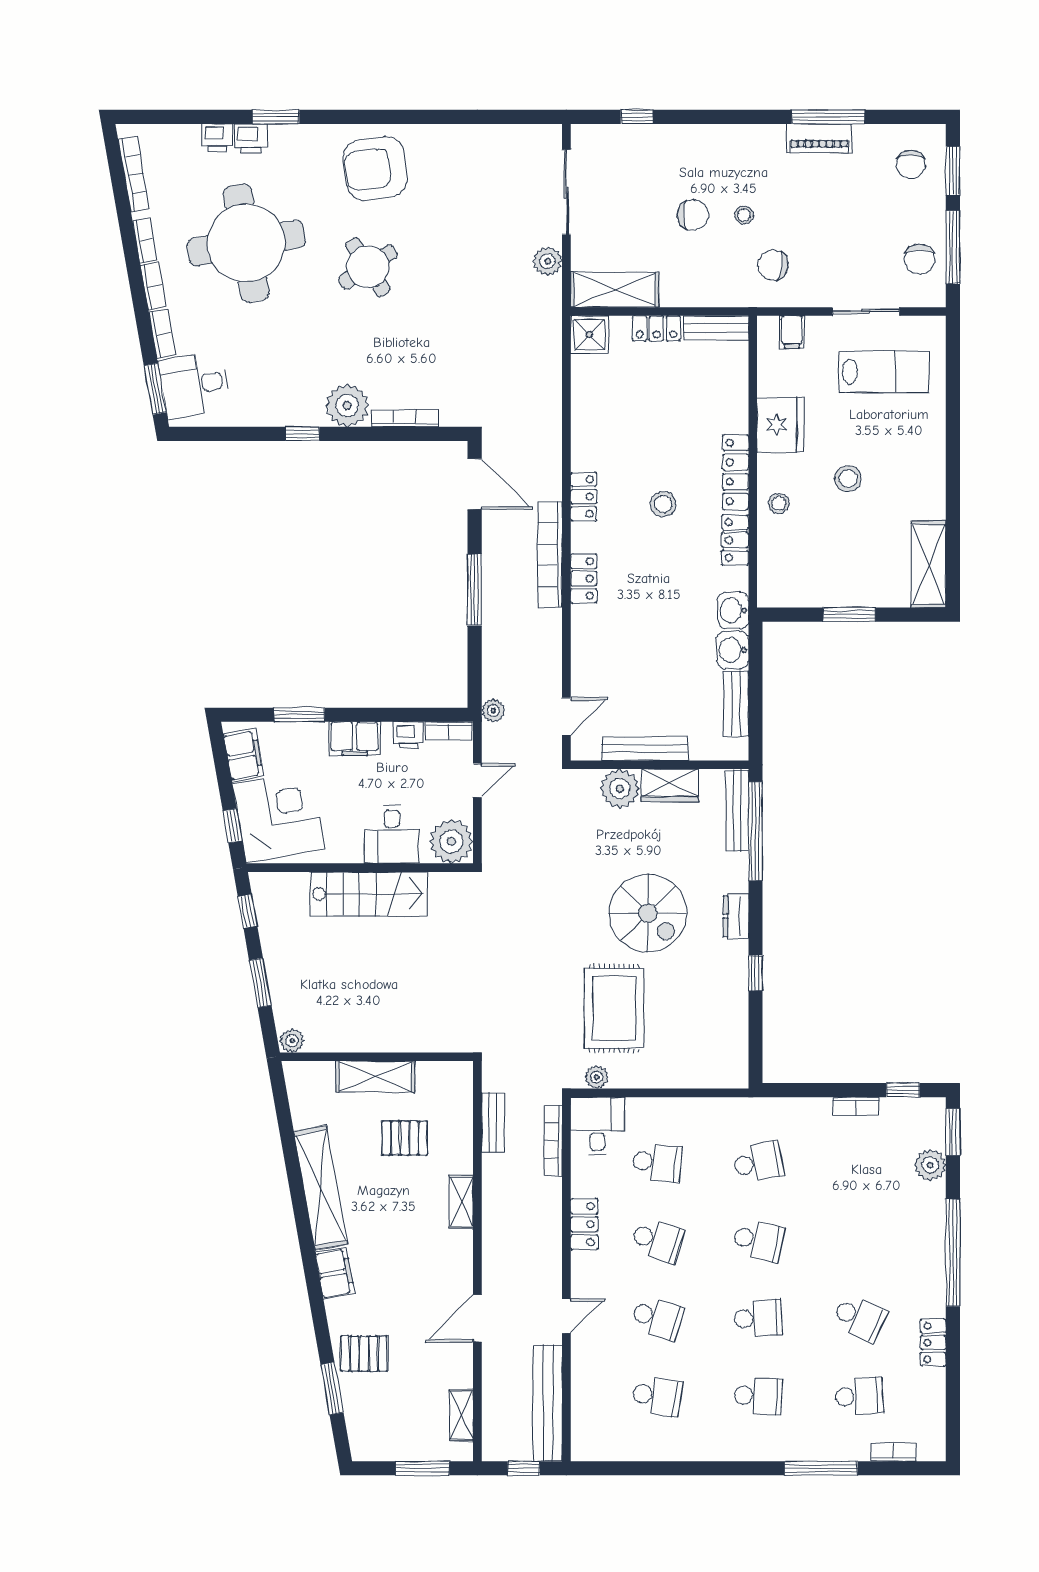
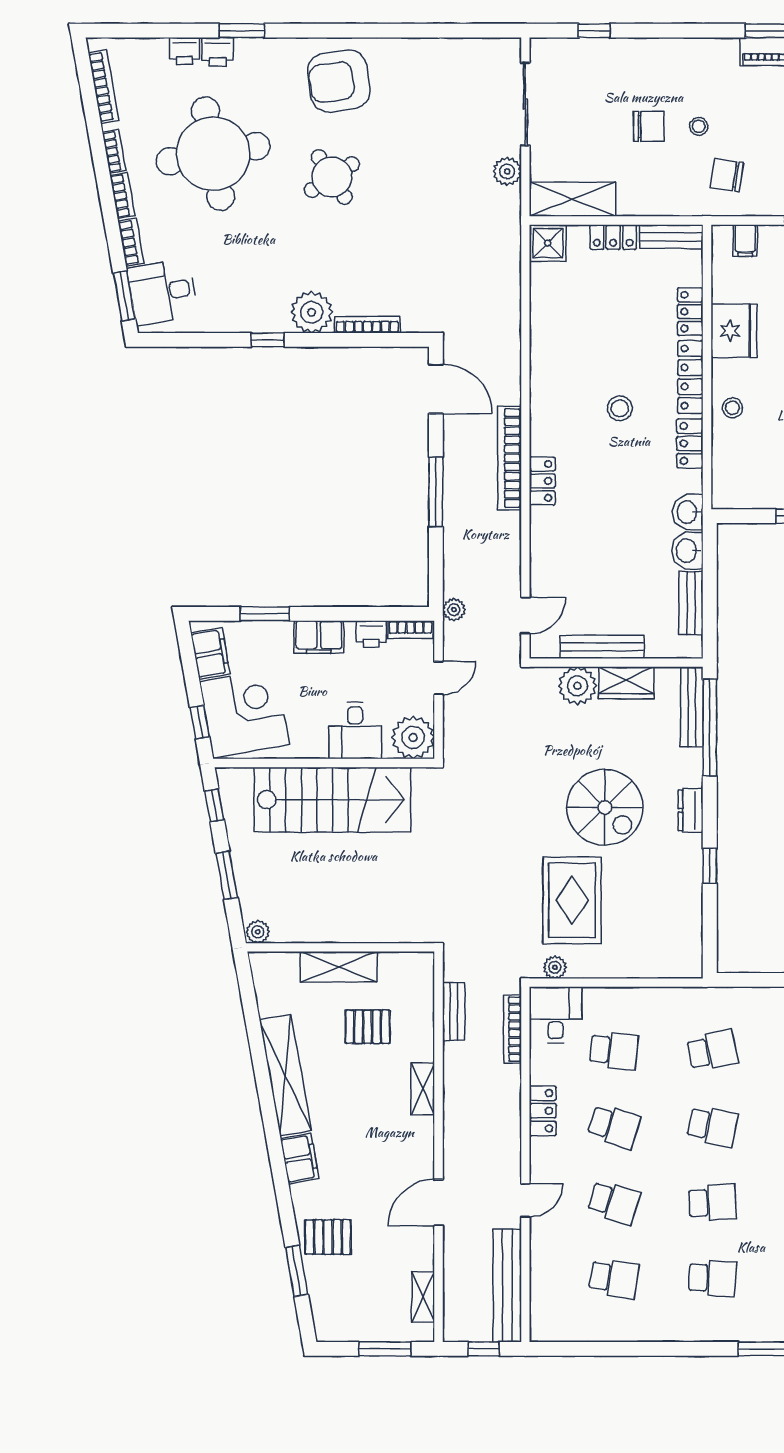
locker: (584, 497) -> (690, 312), moved, turned 180
stairs: (369, 894) -> (332, 800), width x1.36, depth x1.51

